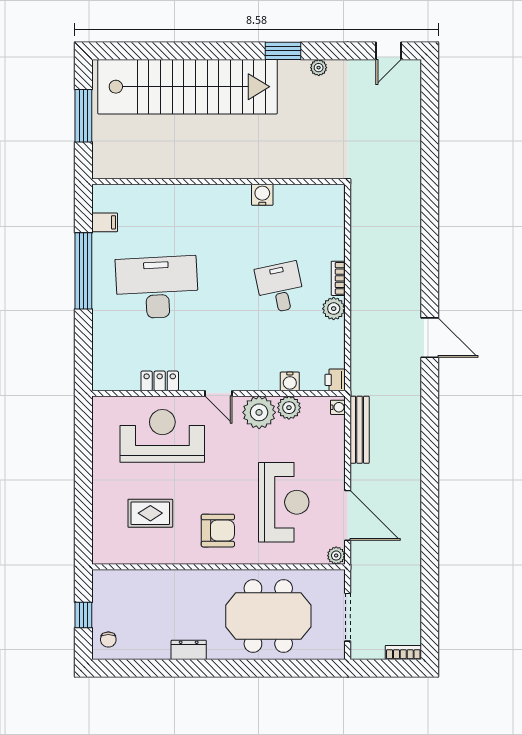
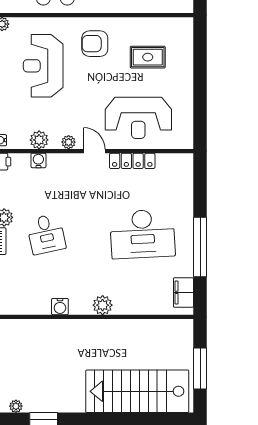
stairs: (187, 87) -> (137, 391), width x0.73
plant: (208, 197) -> (103, 305), added
filing cabinet: (105, 222) -> (183, 292), width x2.00
locker: (160, 381) -> (132, 161), width x1.53
plant: (259, 412) -> (69, 142), width x0.53, depth x0.53

